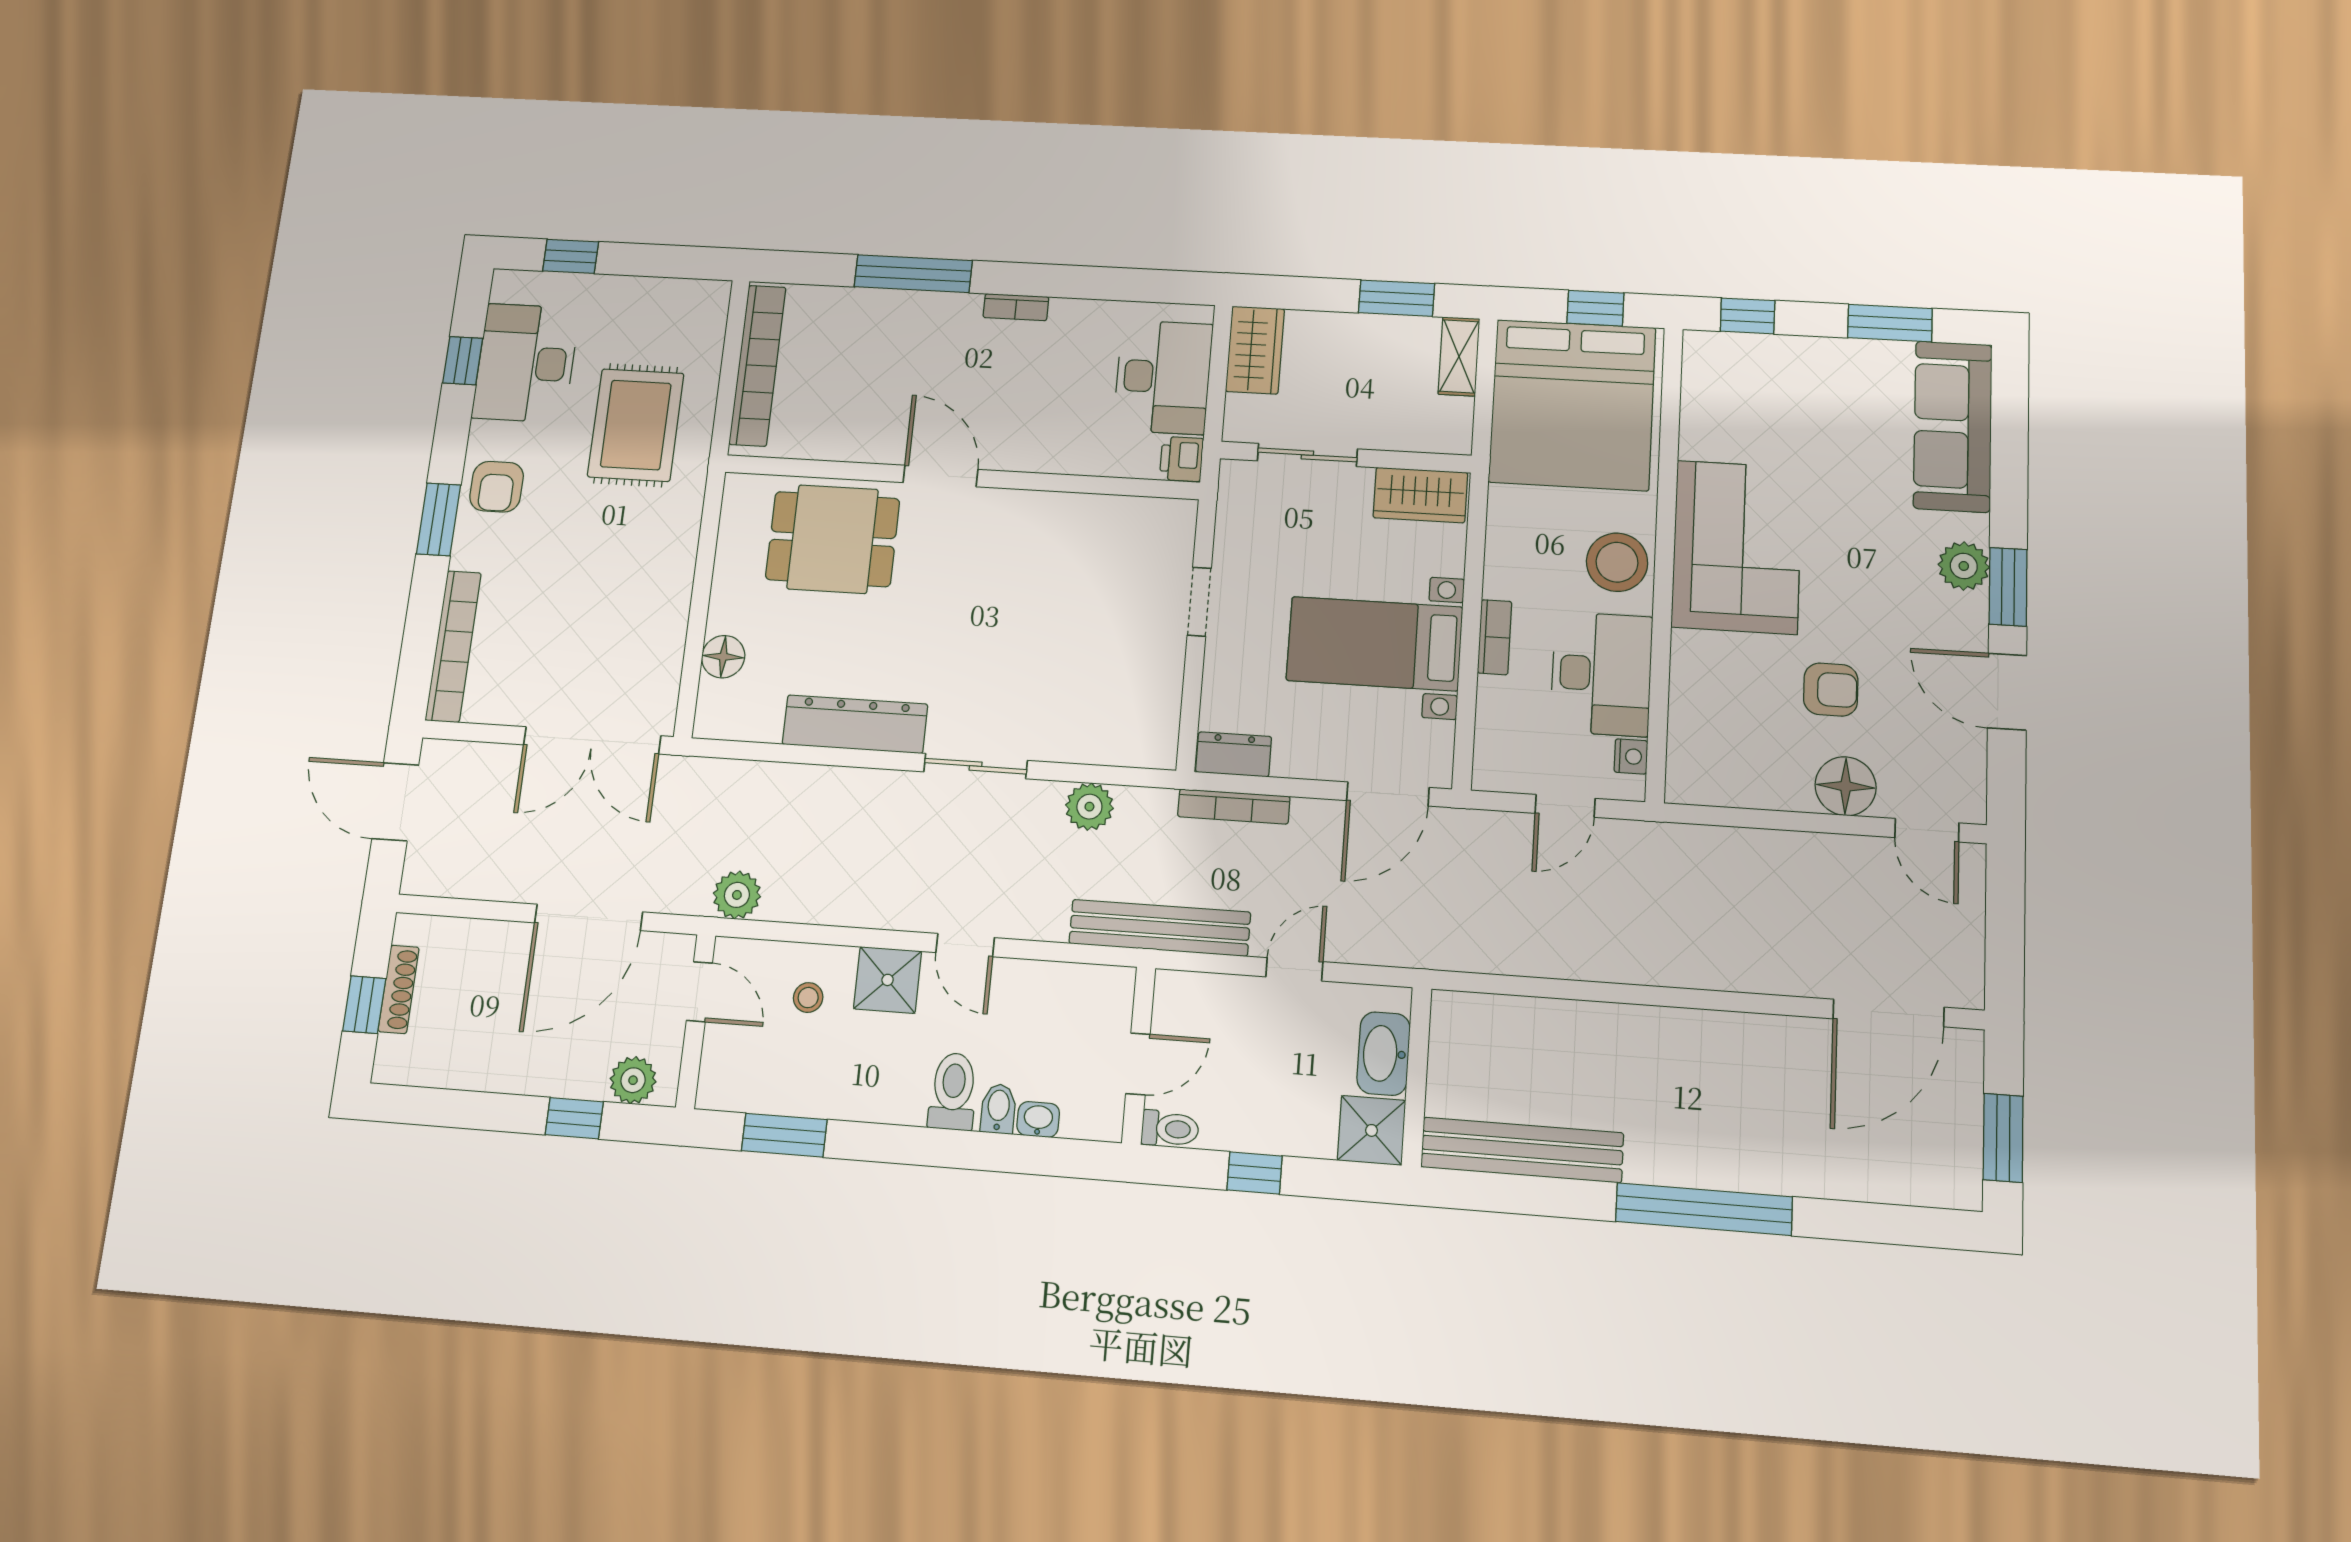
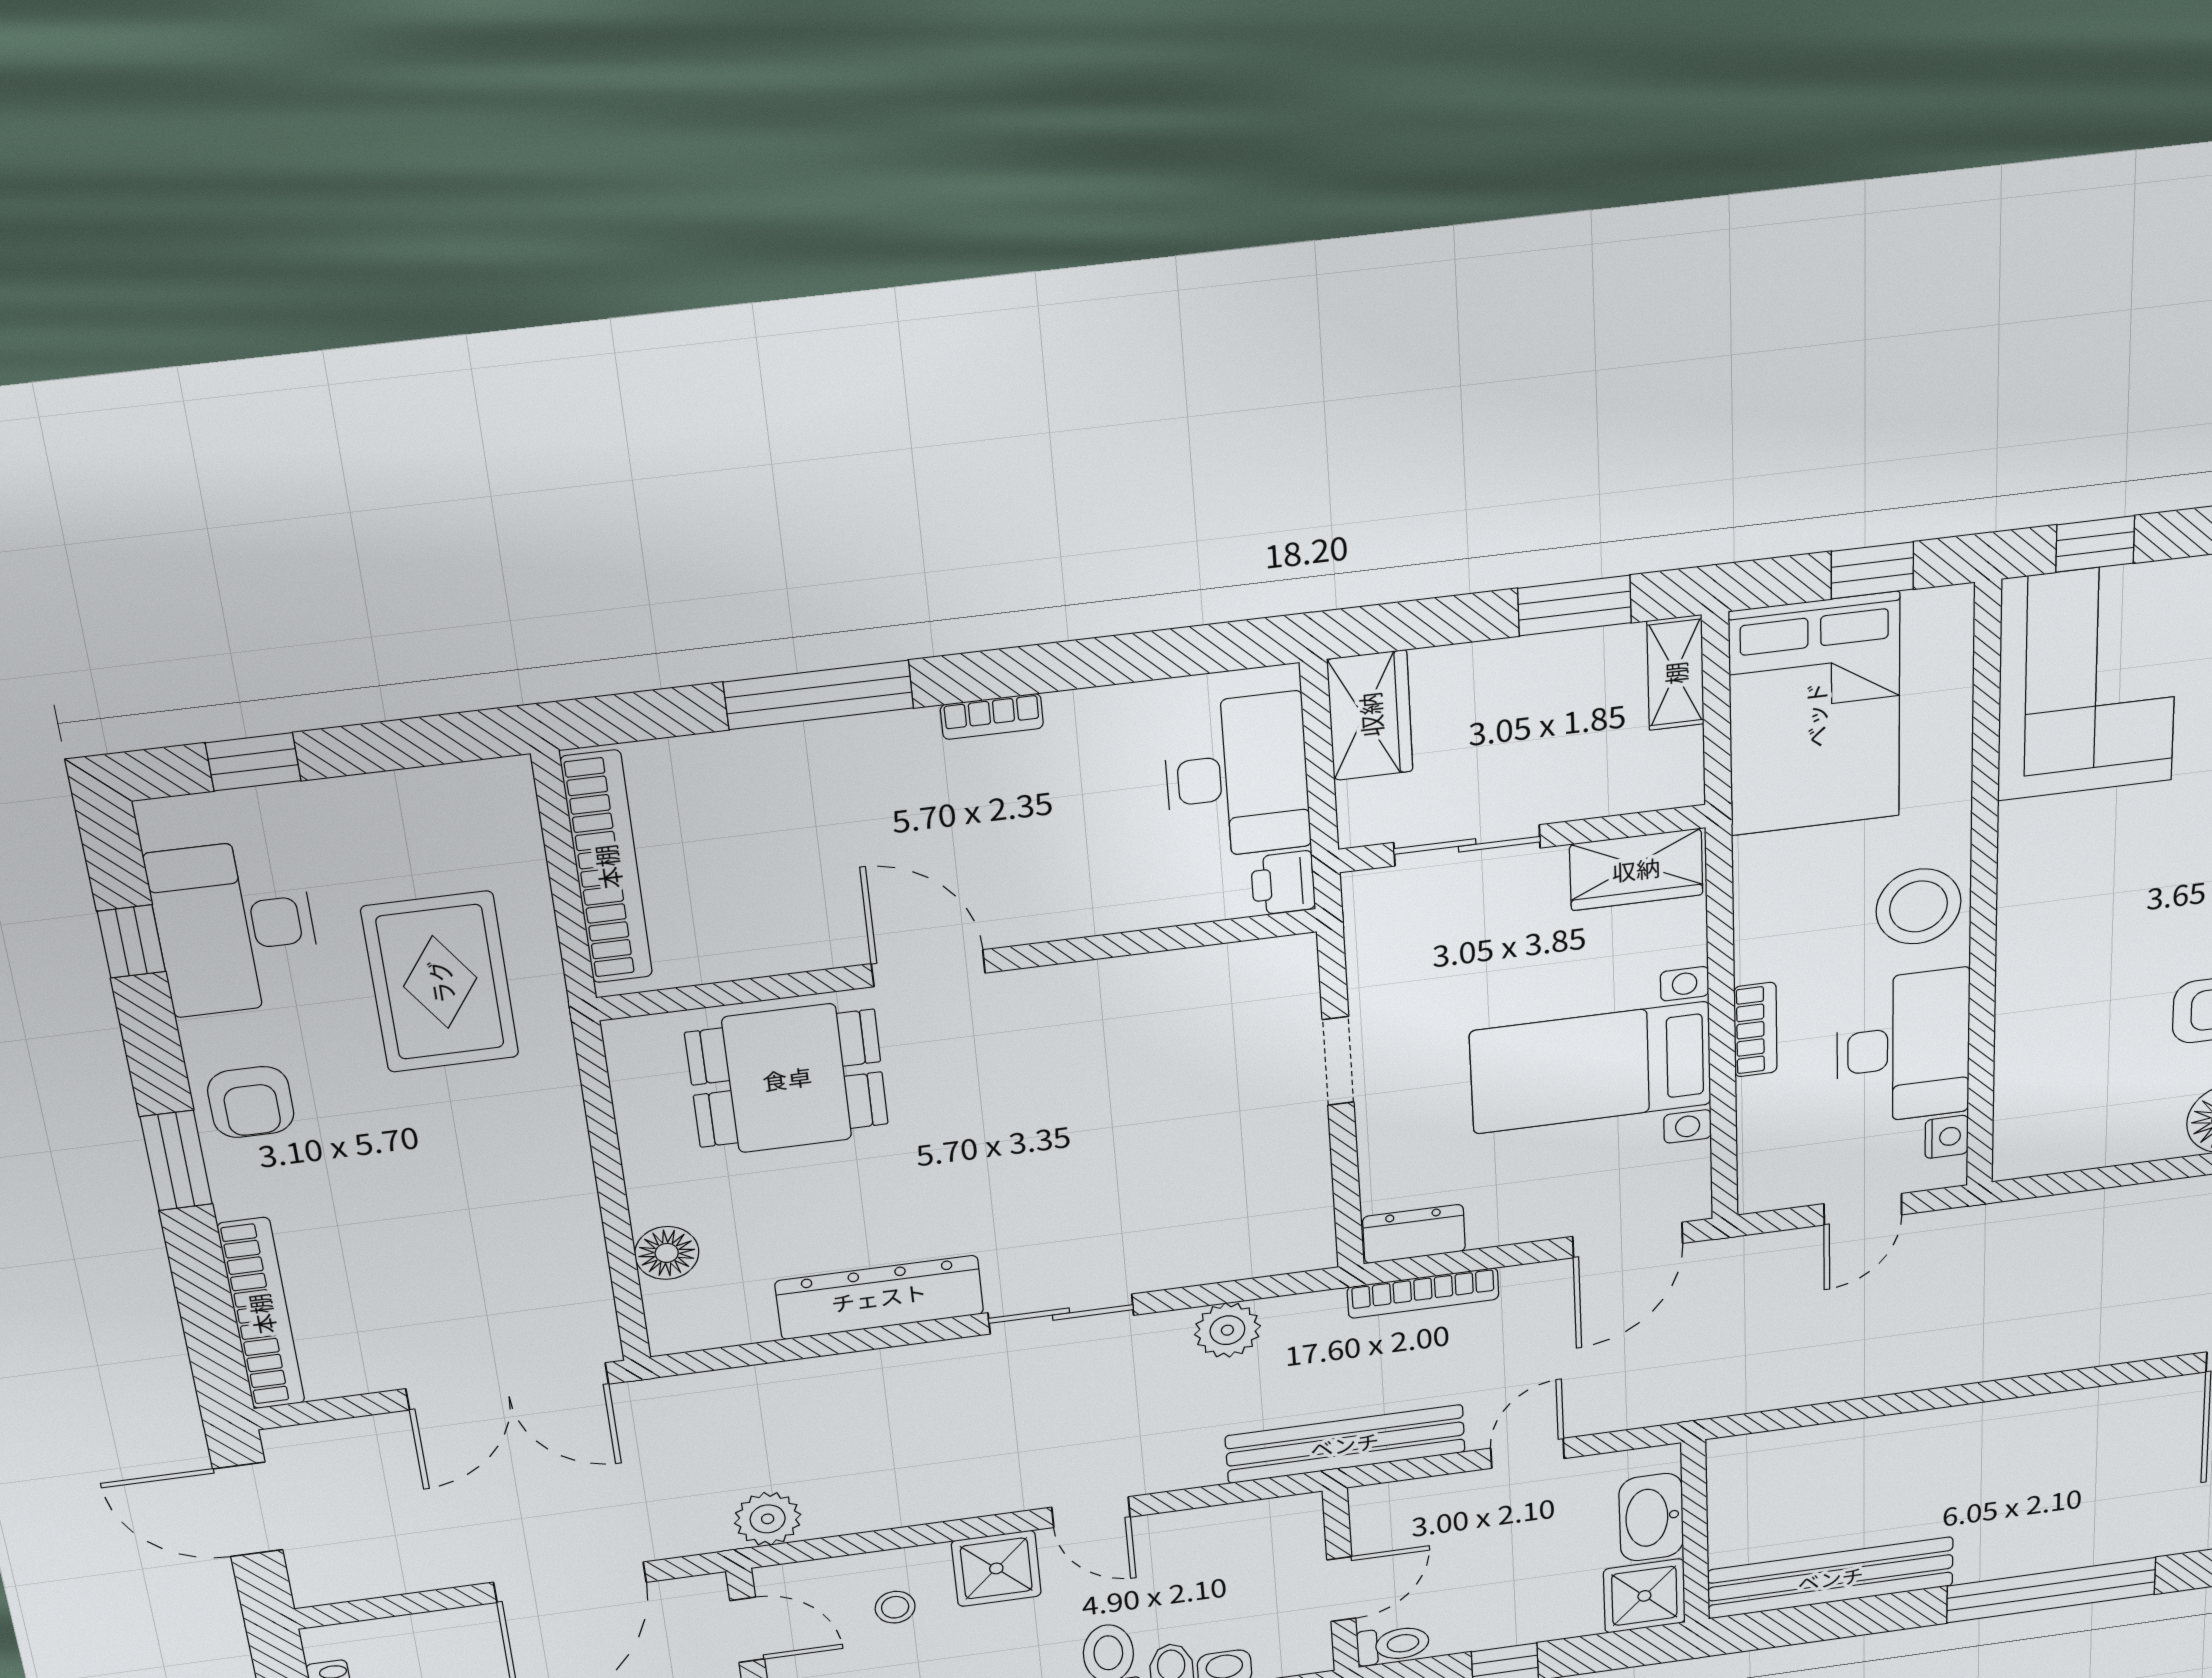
bed: (1572, 405) -> (1815, 715), width x0.73
corner sofa: (1737, 547) -> (2087, 681), moved

